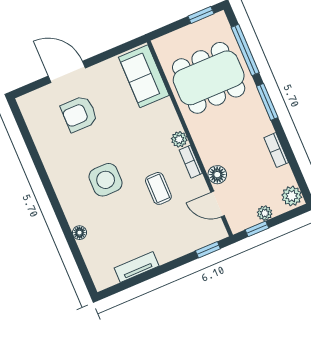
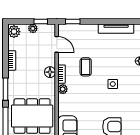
floor lamp: (217, 175) -> (50, 72), moved
side table: (106, 180) -> (113, 84), width x0.54, depth x0.54
tv unit: (137, 267) -> (116, 29), width x1.41

